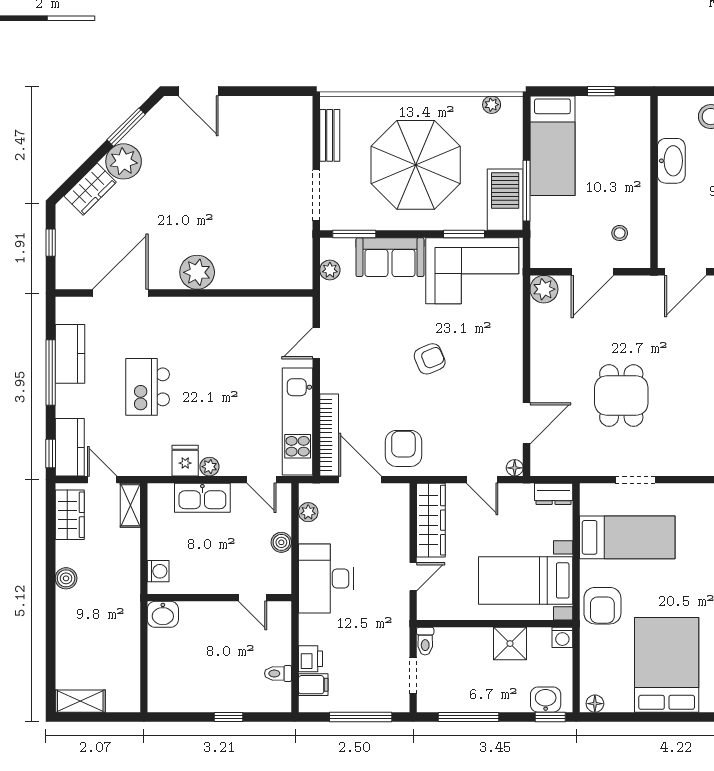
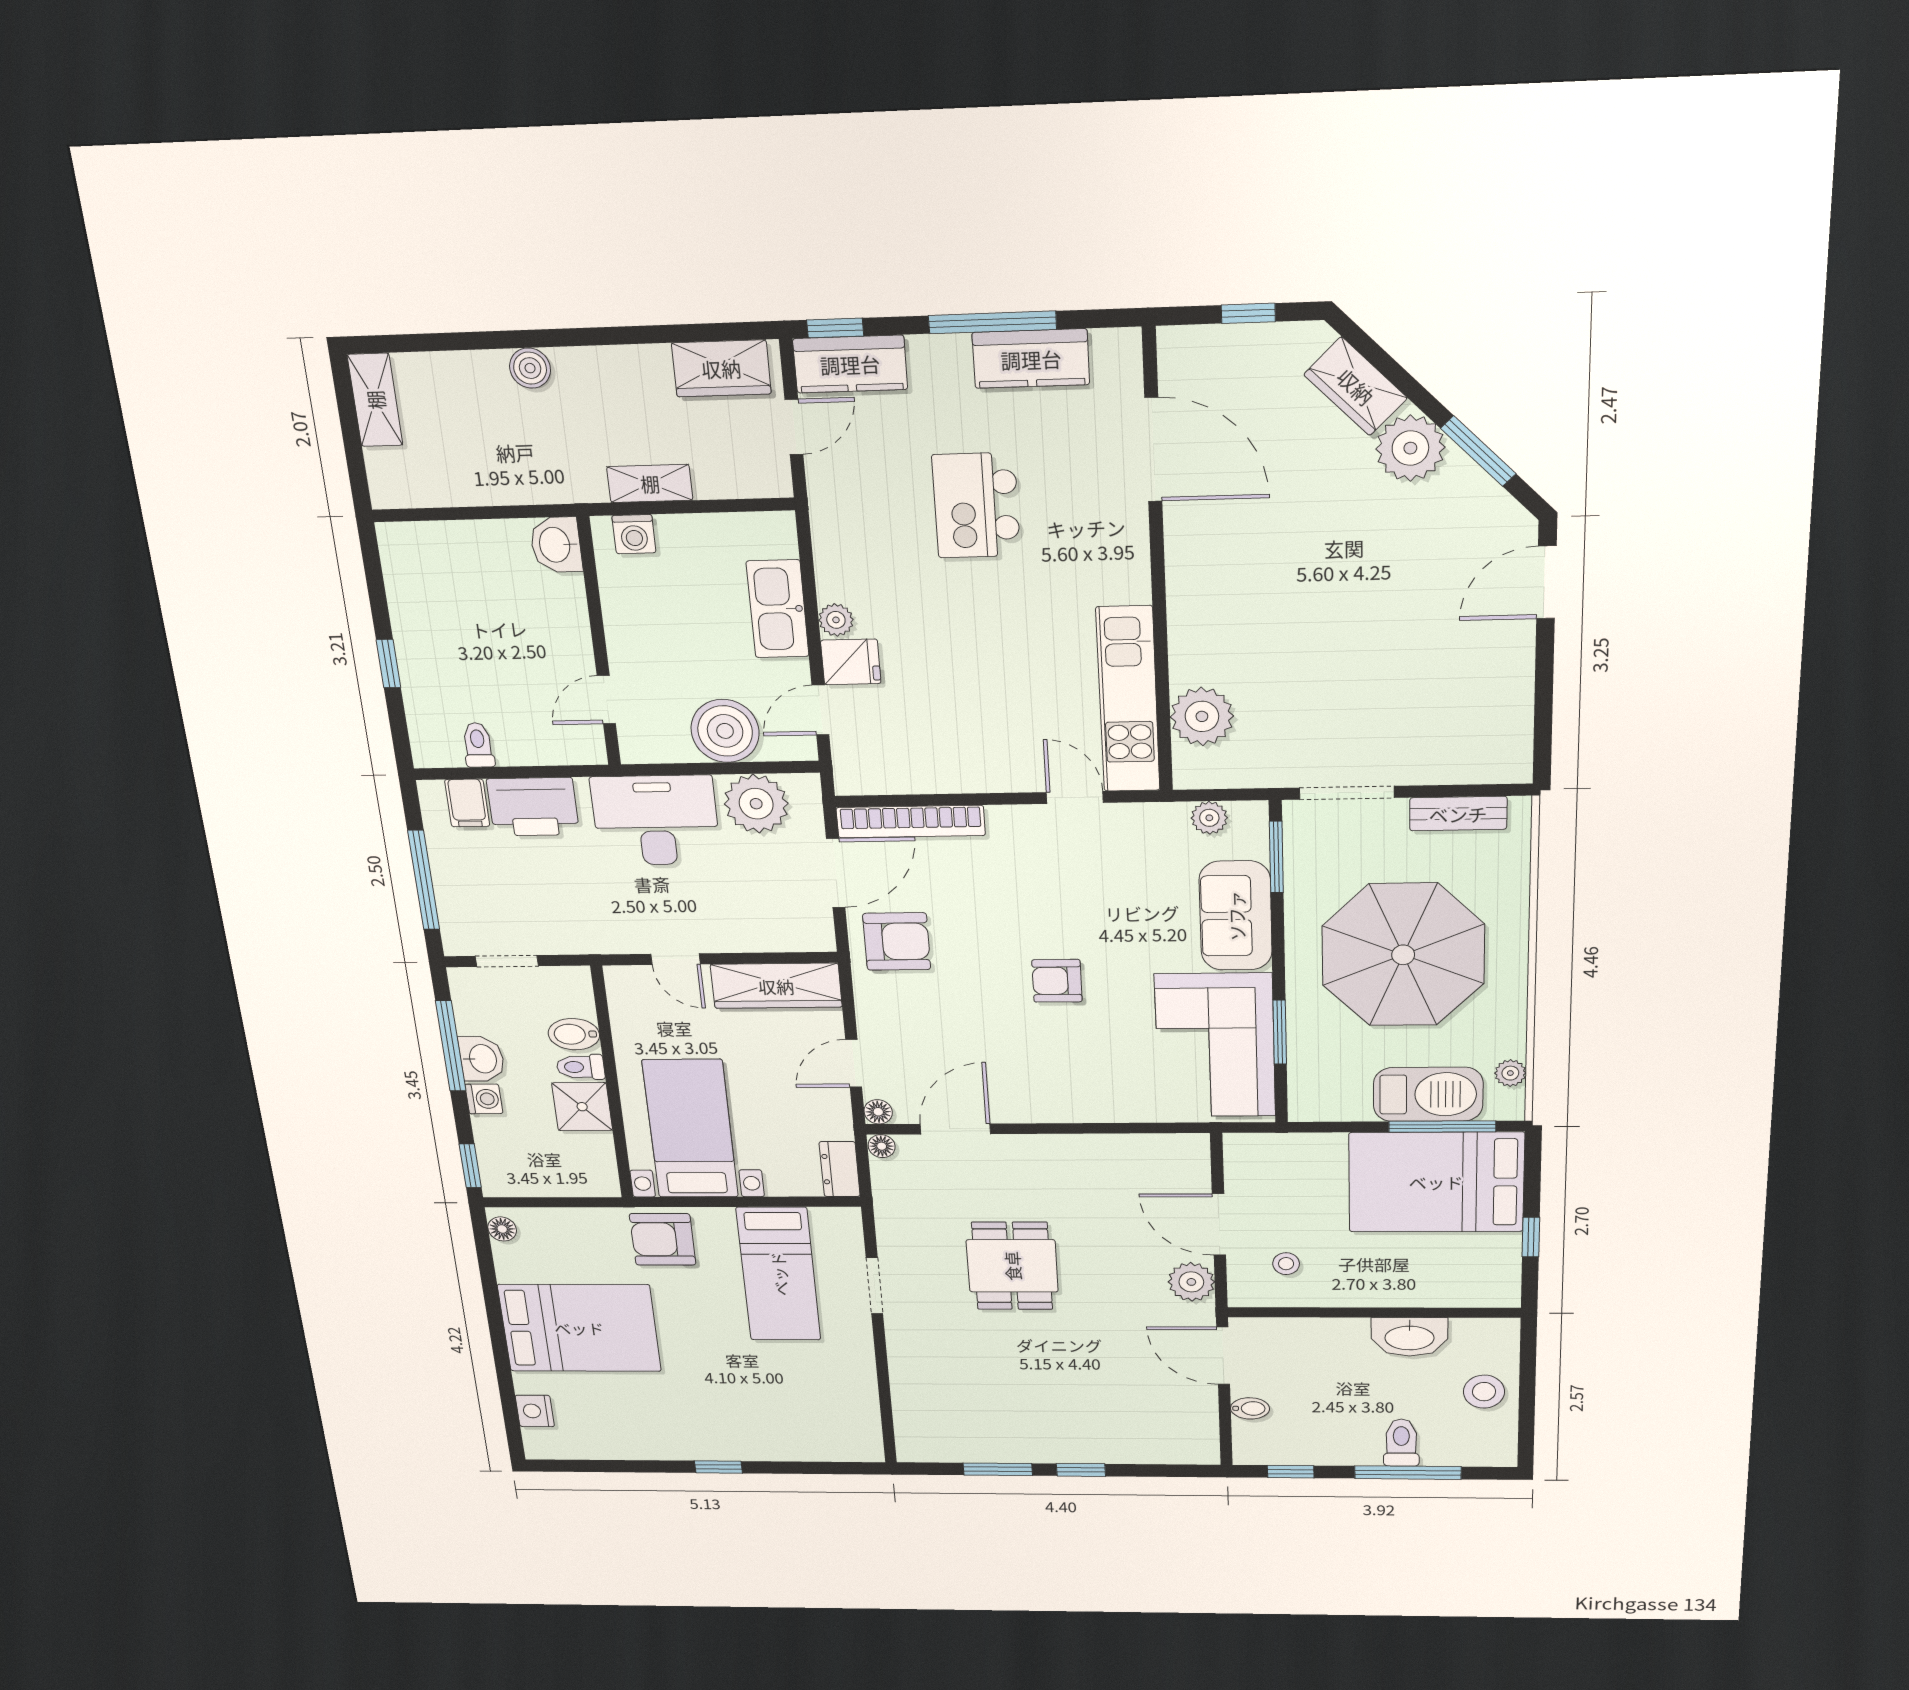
bed: (552, 146) -> (1436, 1182), width x1.50
window: (526, 191) -> (1442, 1127), moved
barbecue: (505, 200) -> (1428, 1094), moved
plant: (197, 272) -> (1202, 716), moved
plant: (544, 289) -> (1191, 1282), moved
armchair: (430, 359) -> (1057, 981), turned 113
kitchen island: (148, 387) -> (976, 505), turned -90
dining table: (621, 396) -> (1012, 1266), turned 90
kitchen unit: (298, 422) -> (1128, 700), moved, turned -90
door: (526, 423) -> (955, 1129), swing flipped
fridge: (185, 461) -> (851, 662), moved
floor lamp: (538, 468) -> (882, 1146), added
shelving: (130, 505) -> (650, 483), moved
plant: (308, 512) -> (756, 804), width x1.87, depth x1.87
boiler: (281, 542) -> (725, 731), width x1.86, depth x1.86
boiler: (66, 578) -> (530, 368), moved
washing machine: (562, 637) -> (484, 1099), moved, turned 180
toilet: (425, 641) -> (581, 1067), moved
bidet: (461, 642) -> (574, 1034), added
printer: (310, 659) -> (533, 807), width x1.87, depth x1.48
washbasin: (546, 700) -> (482, 1059), moved

